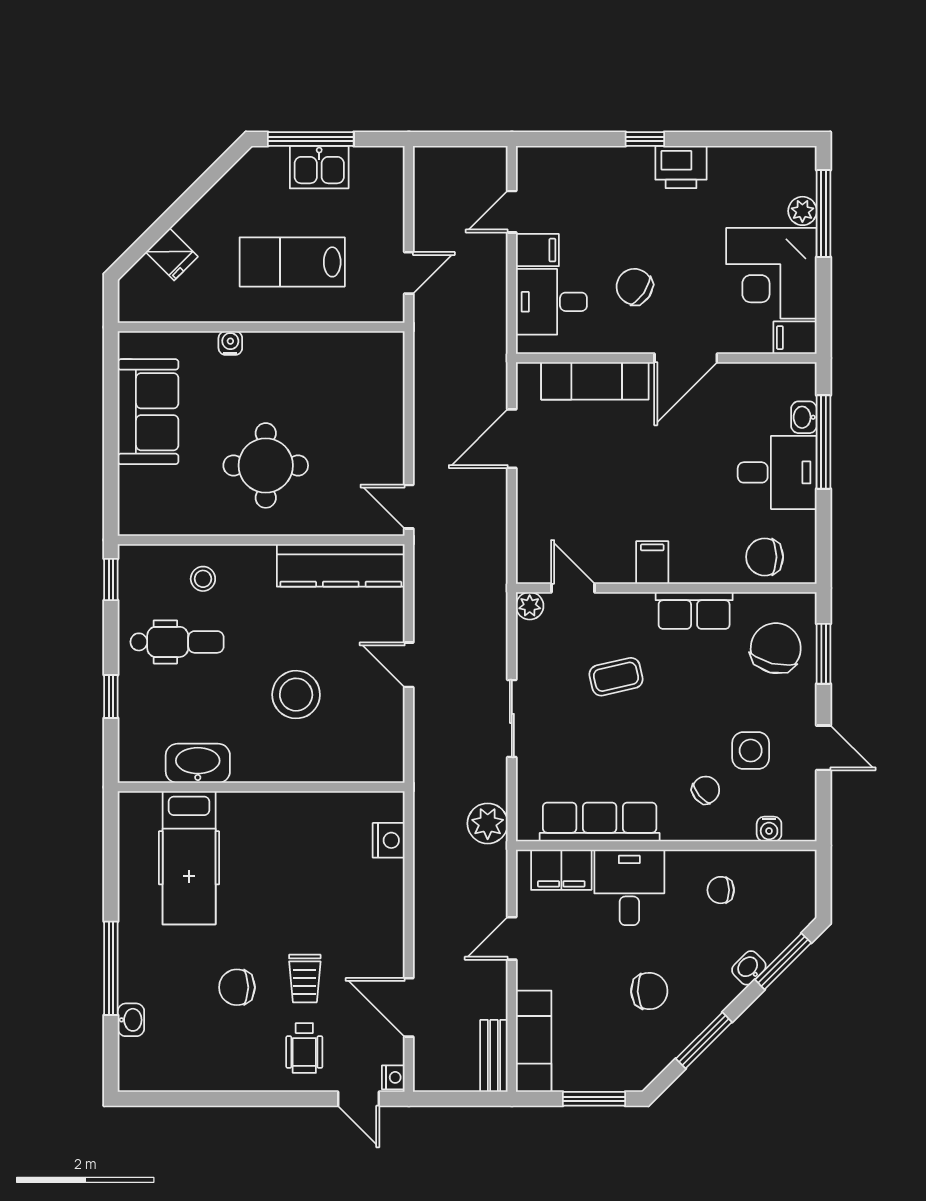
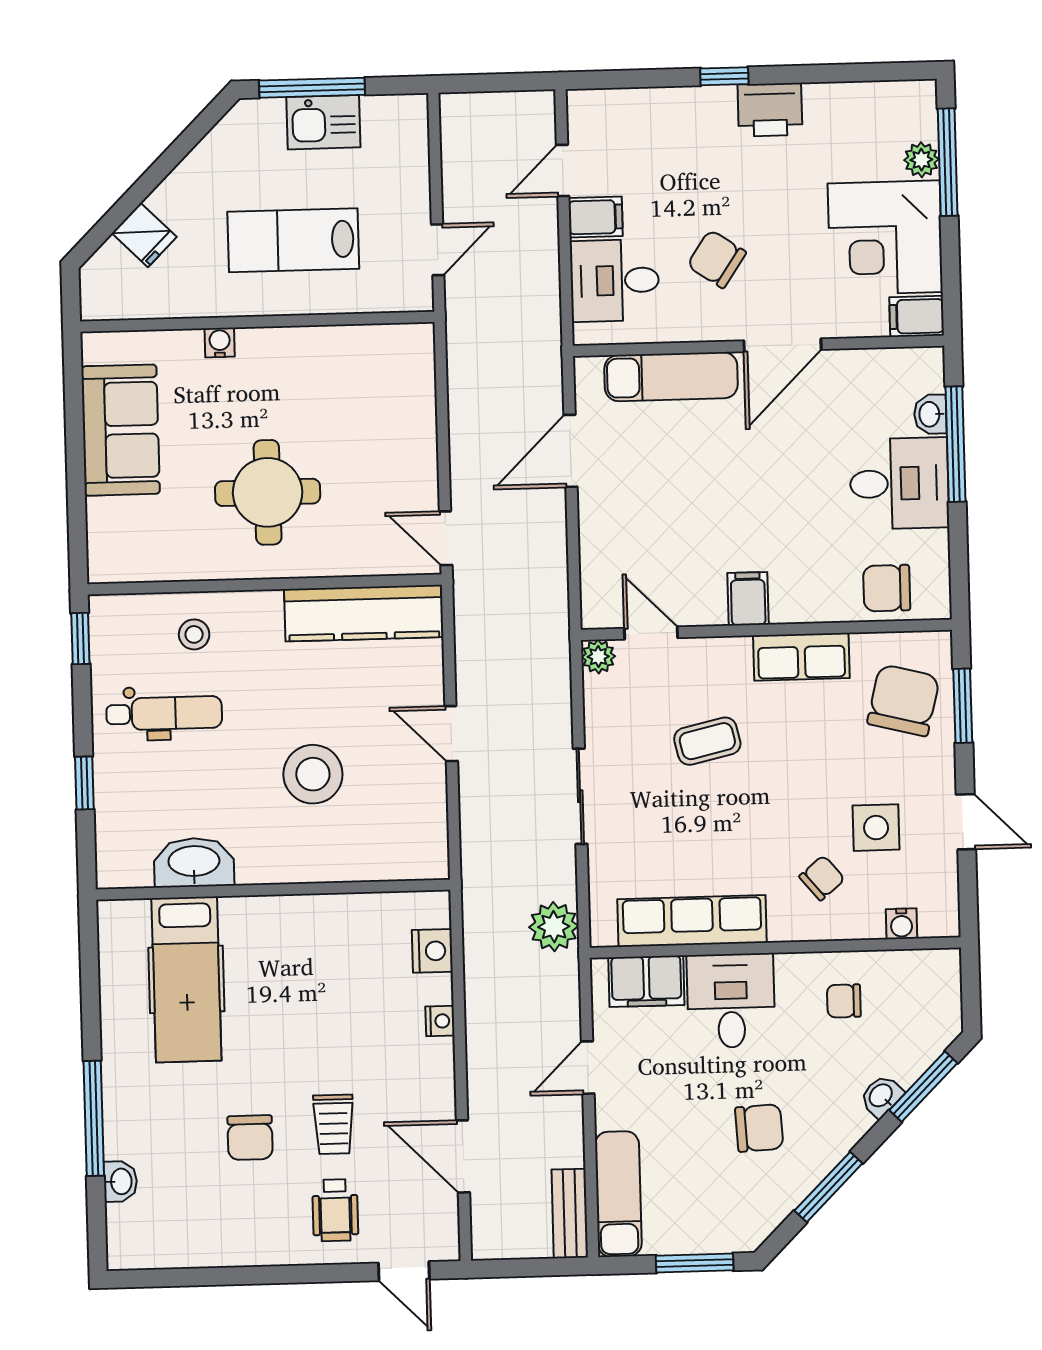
chair: (237, 987) -> (250, 1138), turned -90
nightstand: (393, 1077) -> (440, 1021), moved

